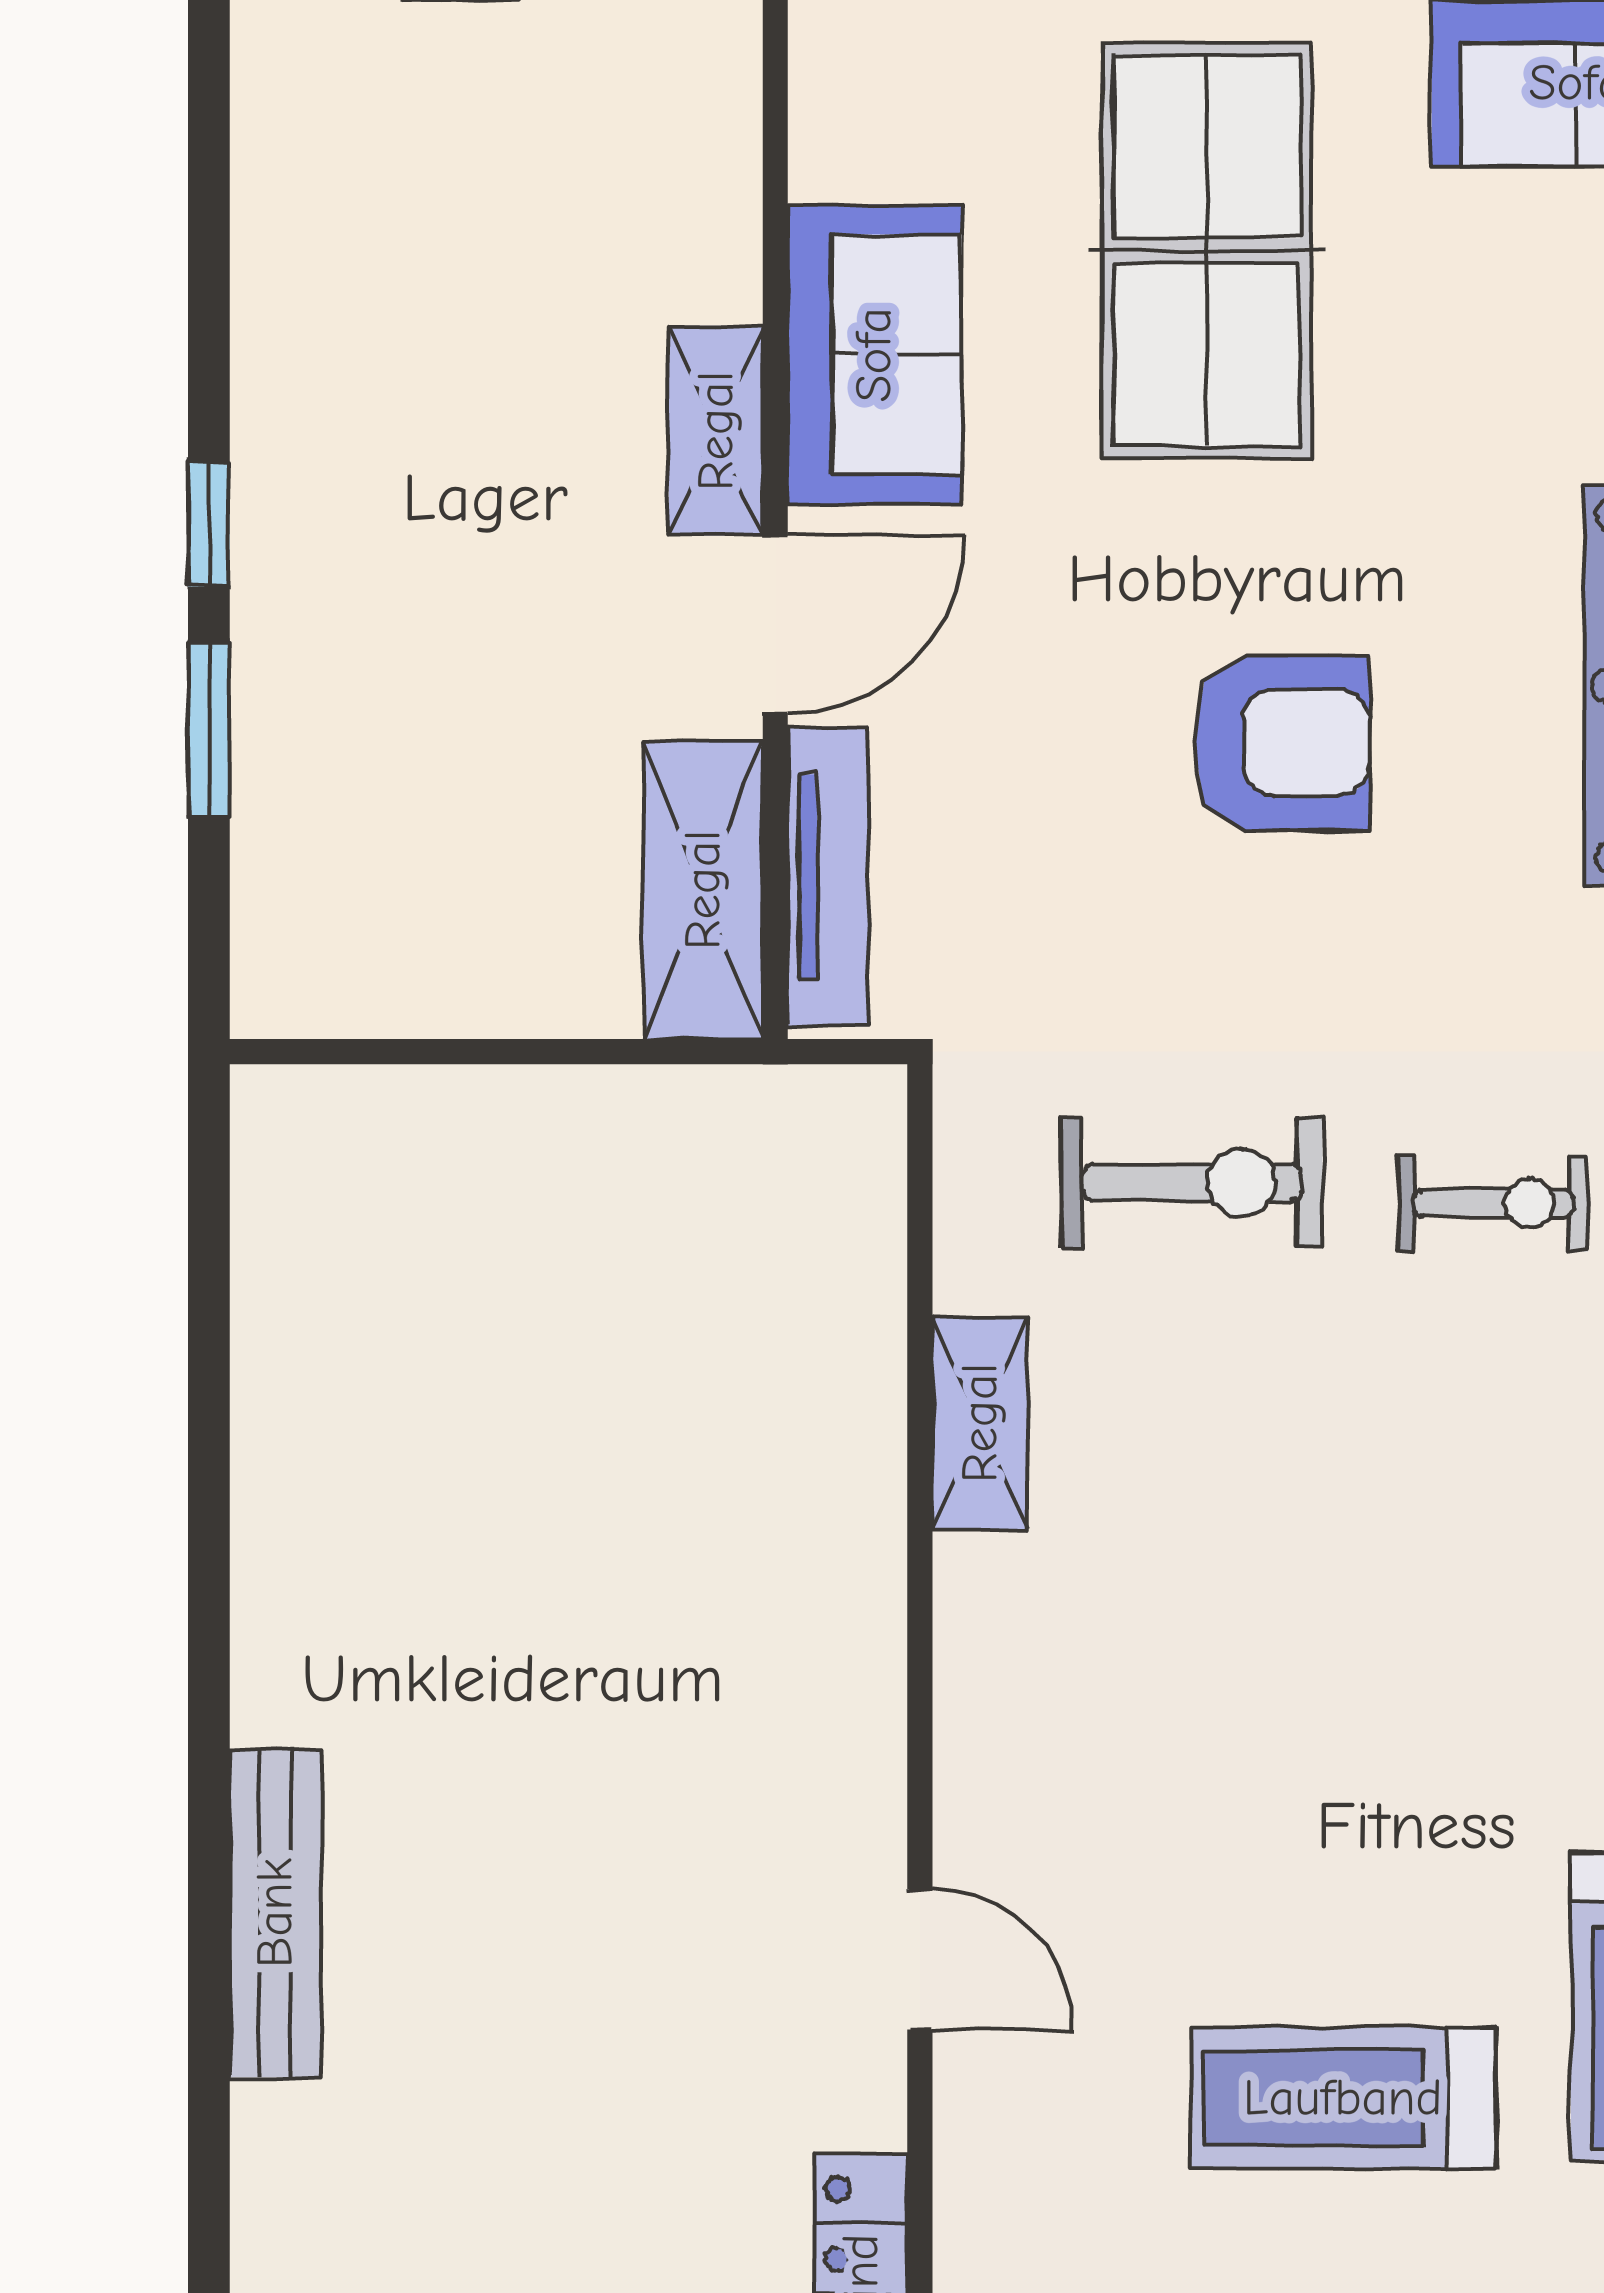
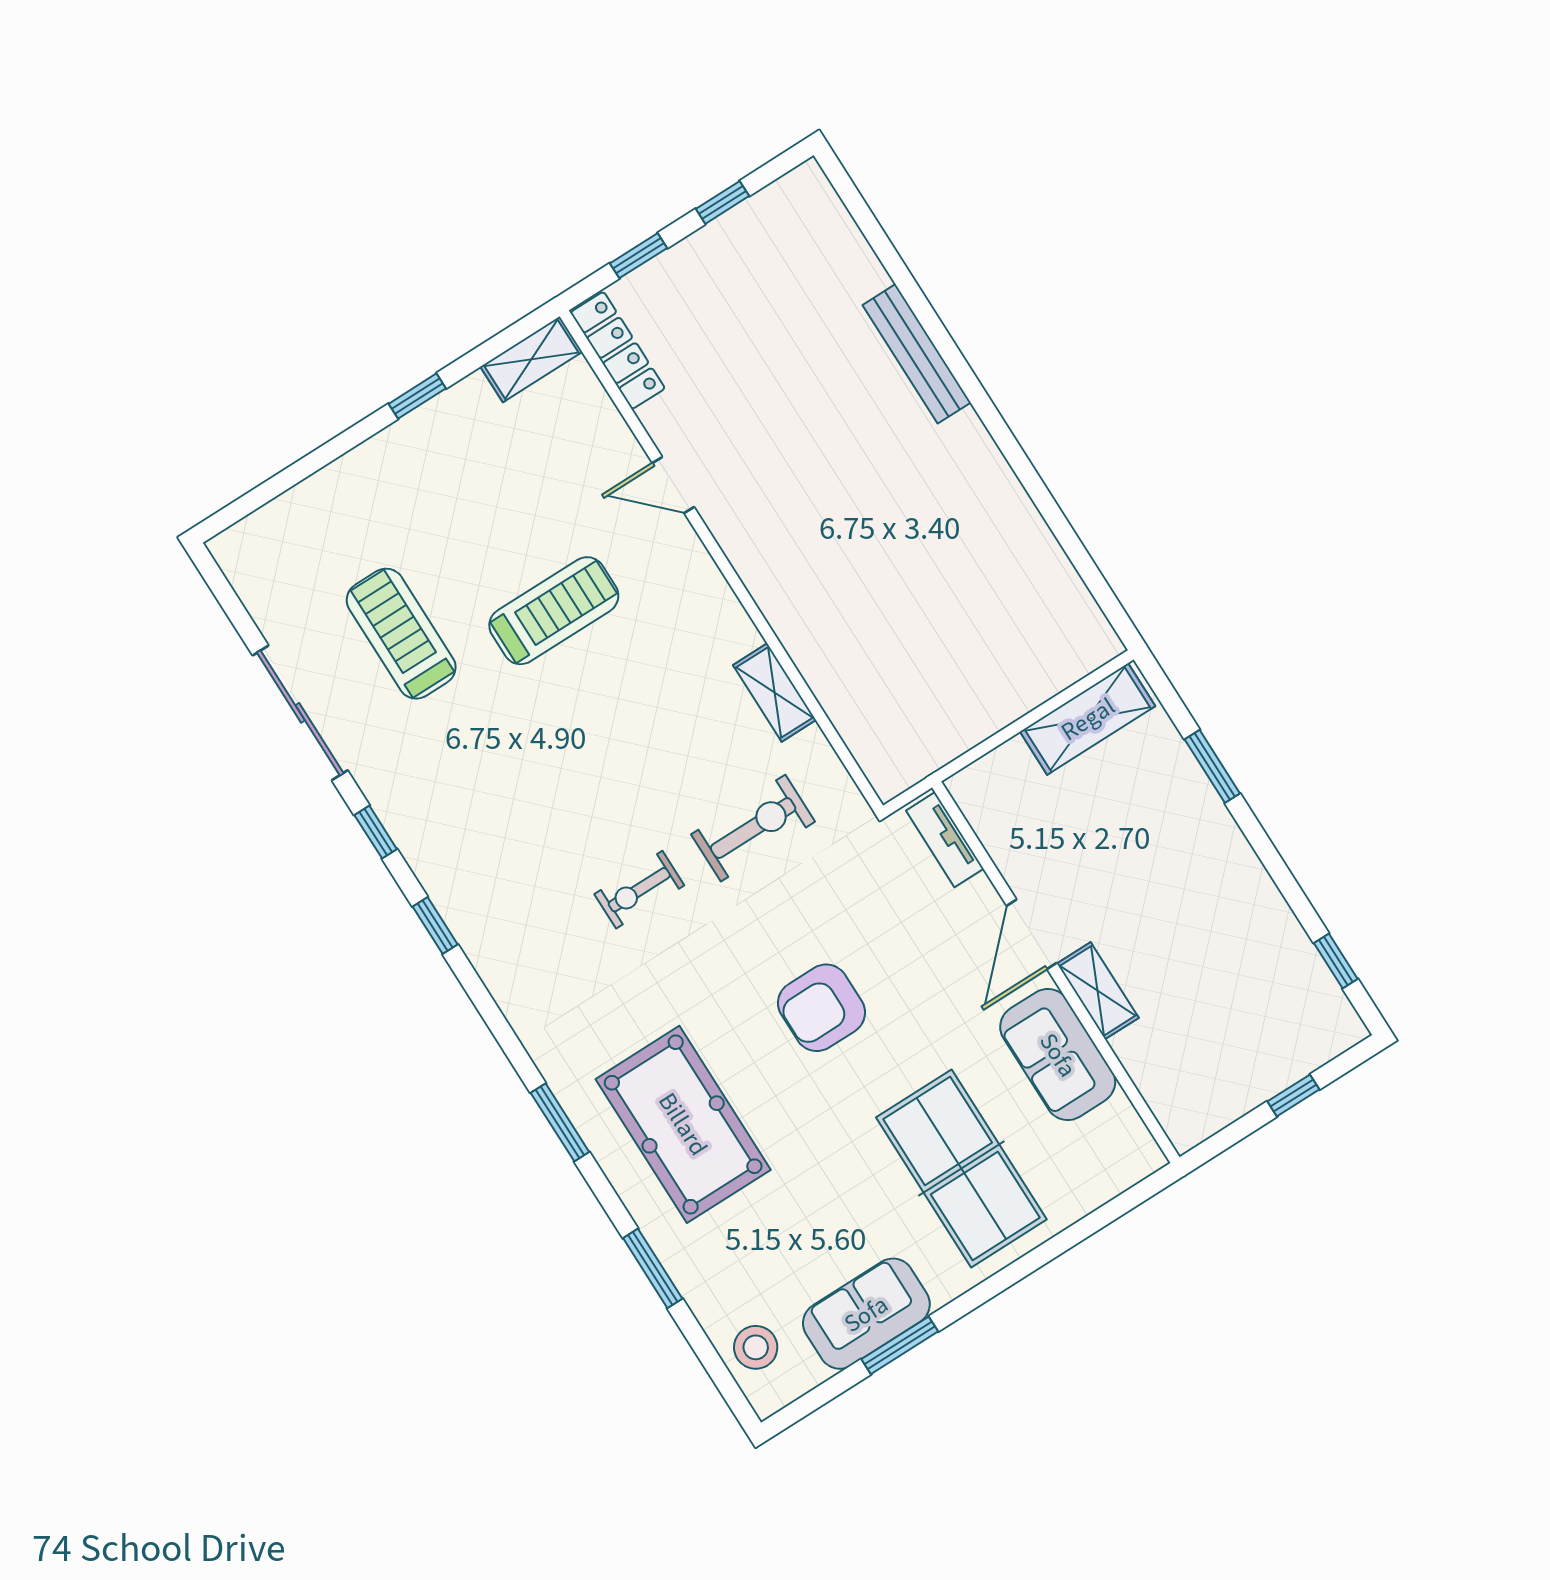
window: (209, 524) -> (1336, 961), moved
tv unit: (828, 876) -> (945, 840), width x0.71
shelving: (703, 890) -> (1088, 719), moved, turned 90
exercise bike: (1192, 1183) -> (753, 828), turned 180
treadmill: (1343, 2098) -> (554, 611), moved

